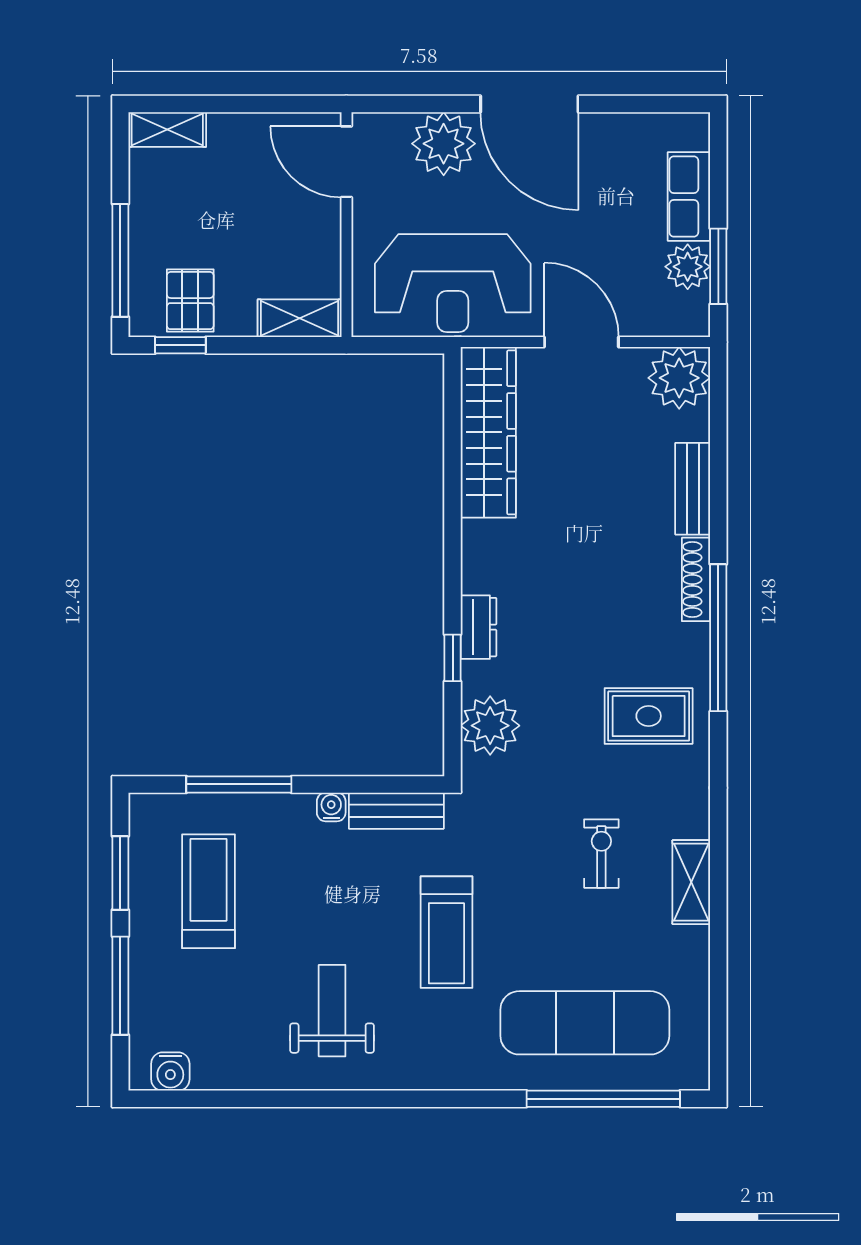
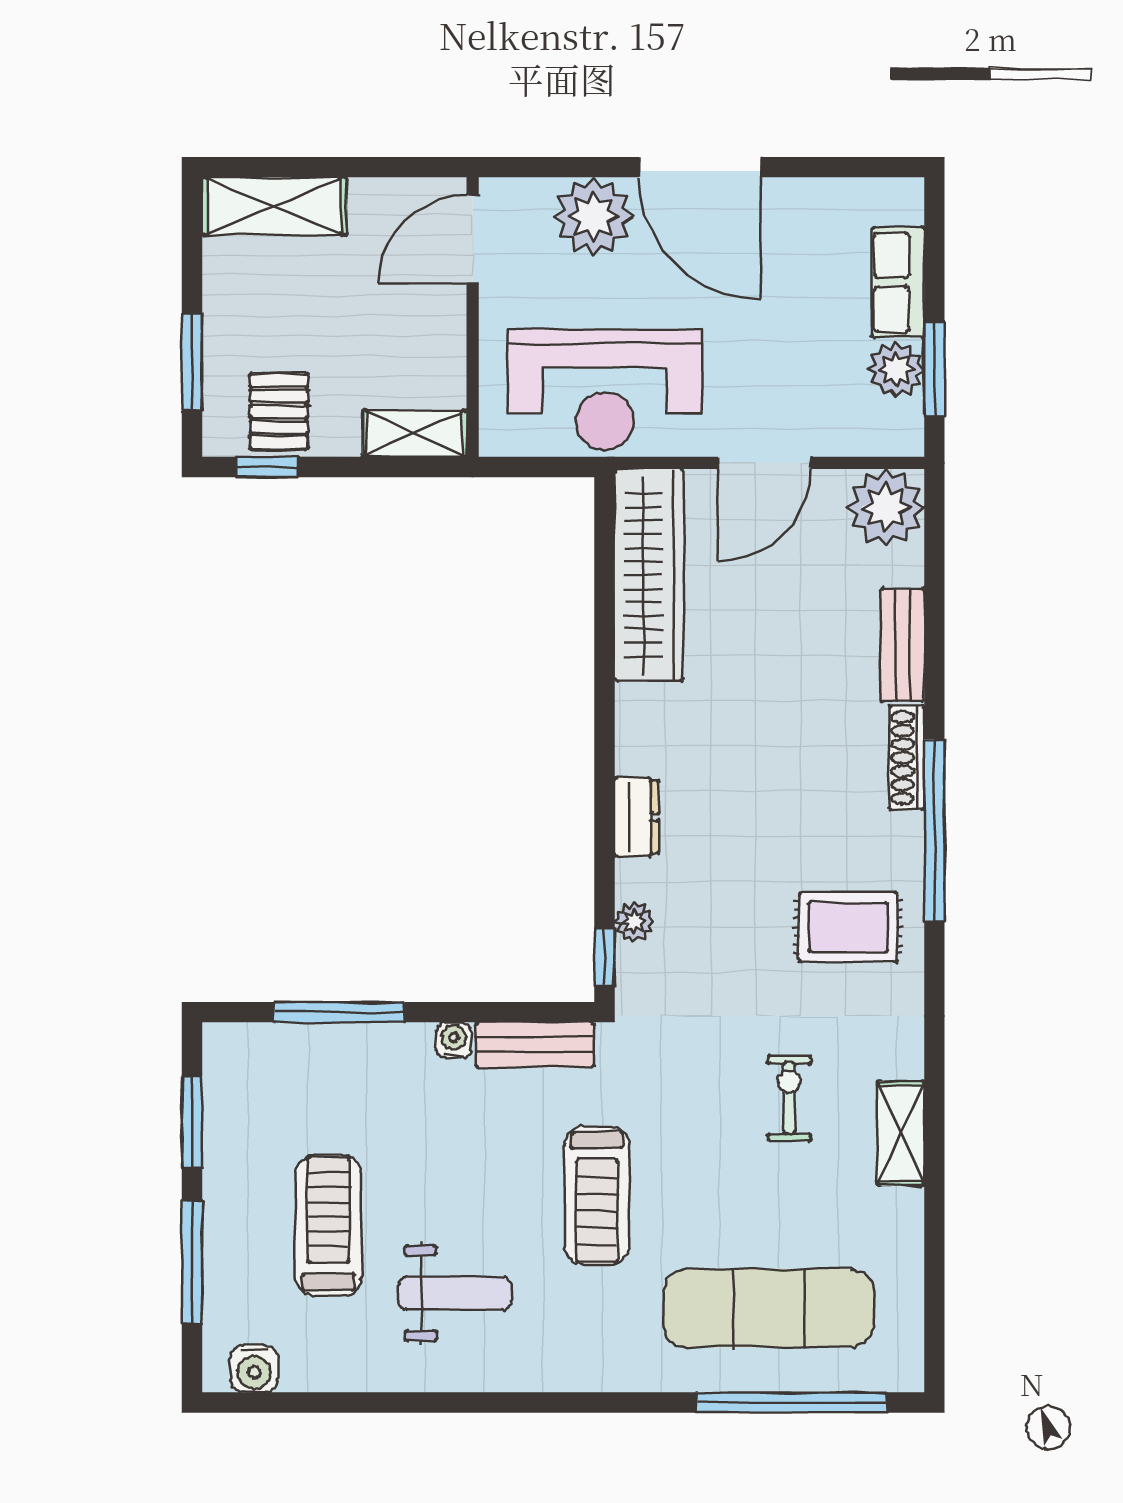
shelving: (167, 129) -> (274, 206), width x1.50, depth x1.33
door: (346, 162) -> (473, 239), hinge flipped
window: (120, 260) -> (192, 362), width x0.69
door: (581, 342) -> (764, 463), swing flipped
window: (453, 658) -> (604, 957), moved
plant: (490, 726) -> (634, 922), width x0.53, depth x0.53
treadmill: (208, 891) -> (328, 1225), moved
weight bench: (332, 1011) -> (455, 1293), turned 90

